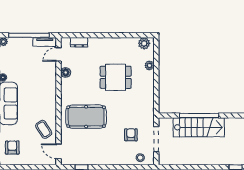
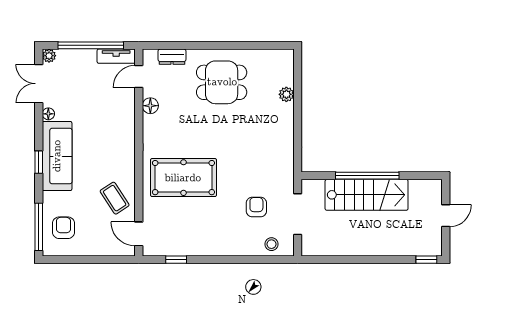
plant: (144, 43) -> (278, 58), removed
dining table: (116, 77) -> (222, 82), moved

